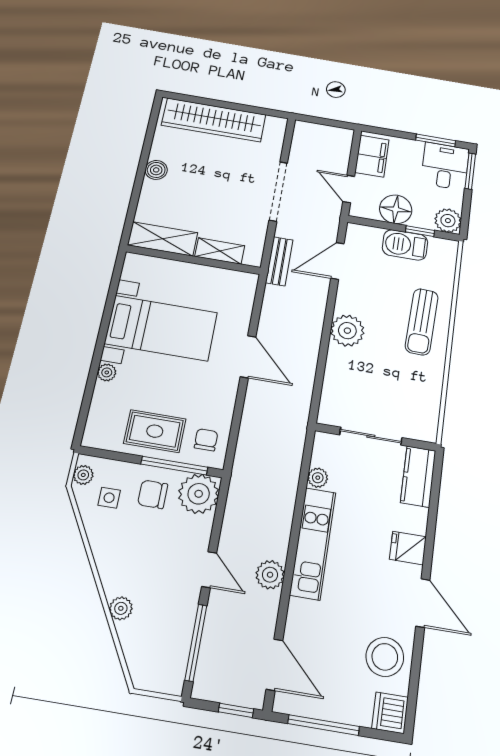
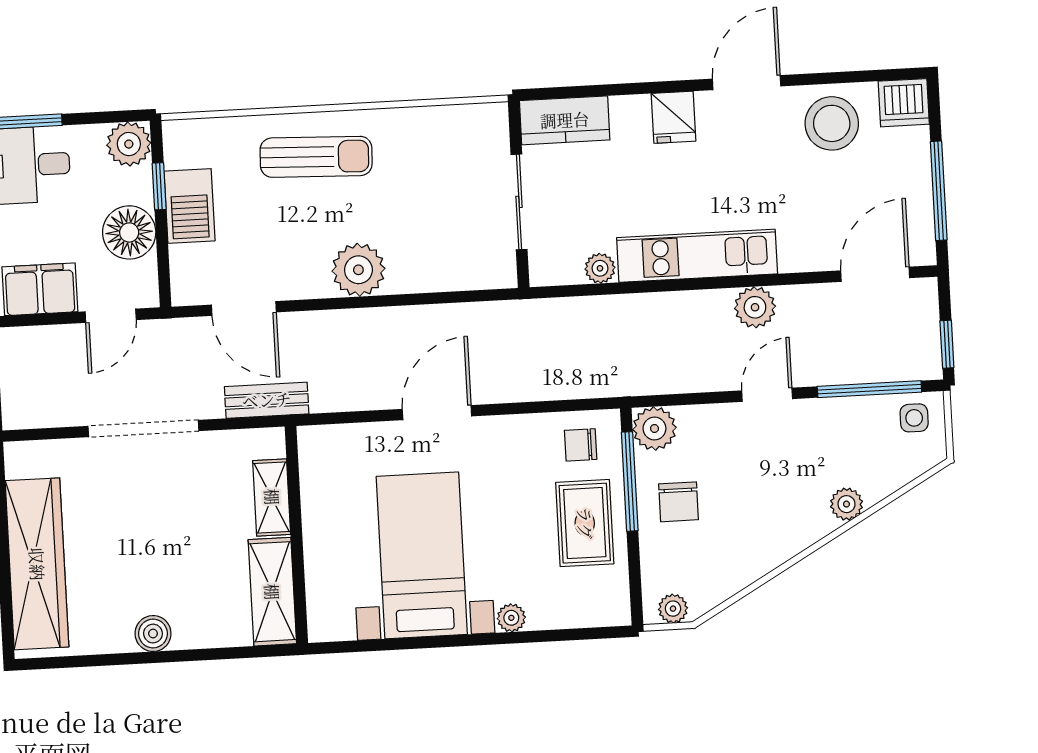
plant: (199, 494) -> (654, 428), width x0.73, depth x0.73
side table: (109, 498) -> (914, 418), moved
window: (236, 710) -> (947, 344), moved

